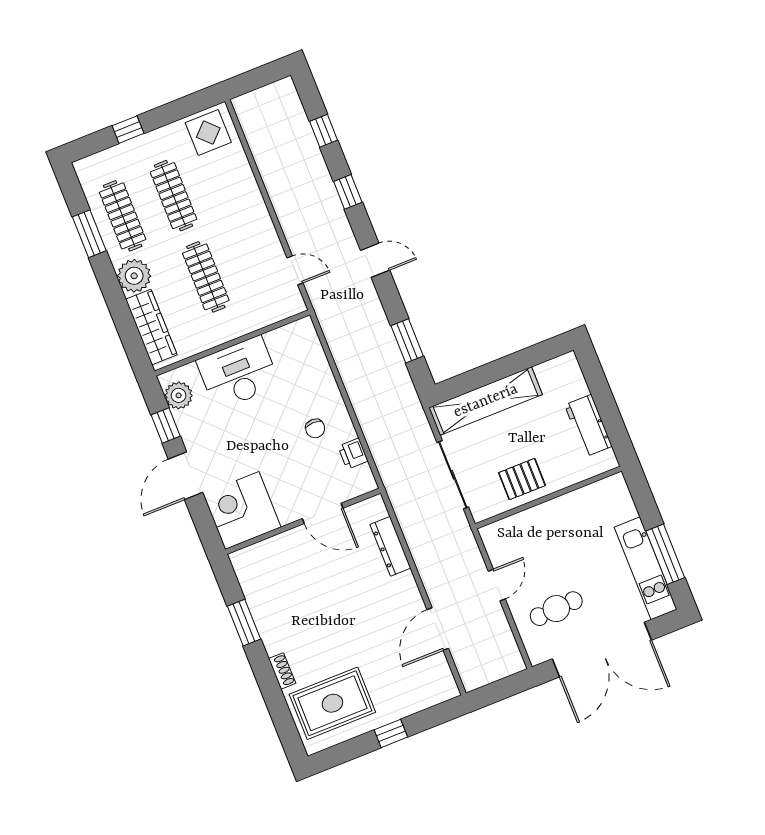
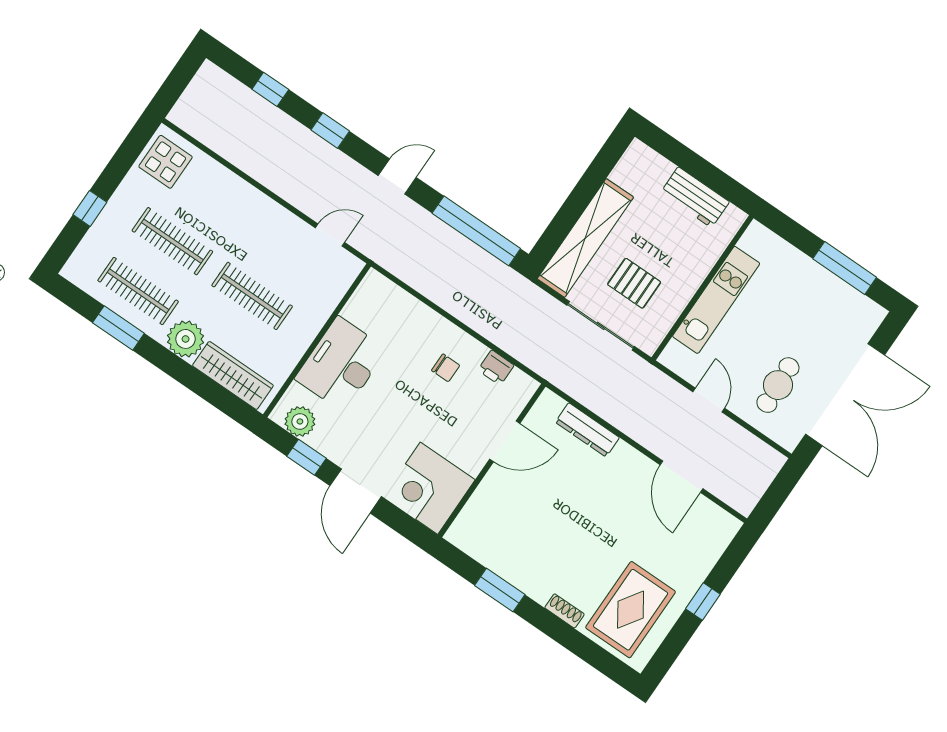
window: (407, 341) -> (476, 231), width x2.11
pallet: (522, 479) -> (634, 283), moved, turned 90
kitchen unit: (646, 568) -> (716, 300), moved, turned -90

